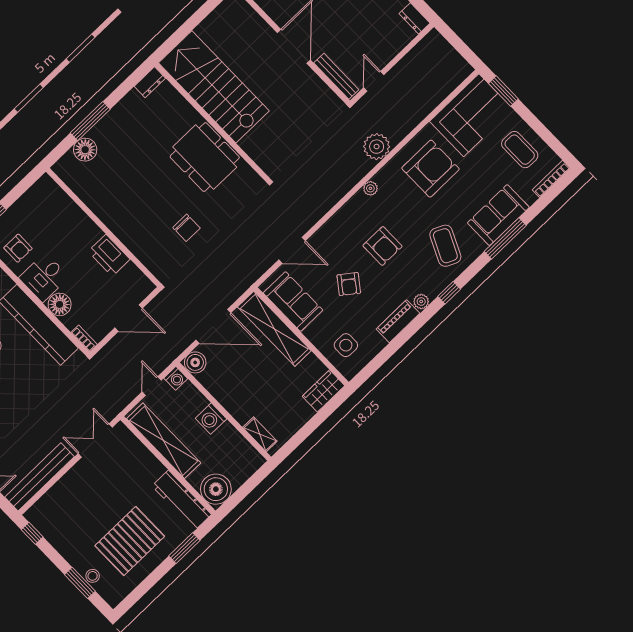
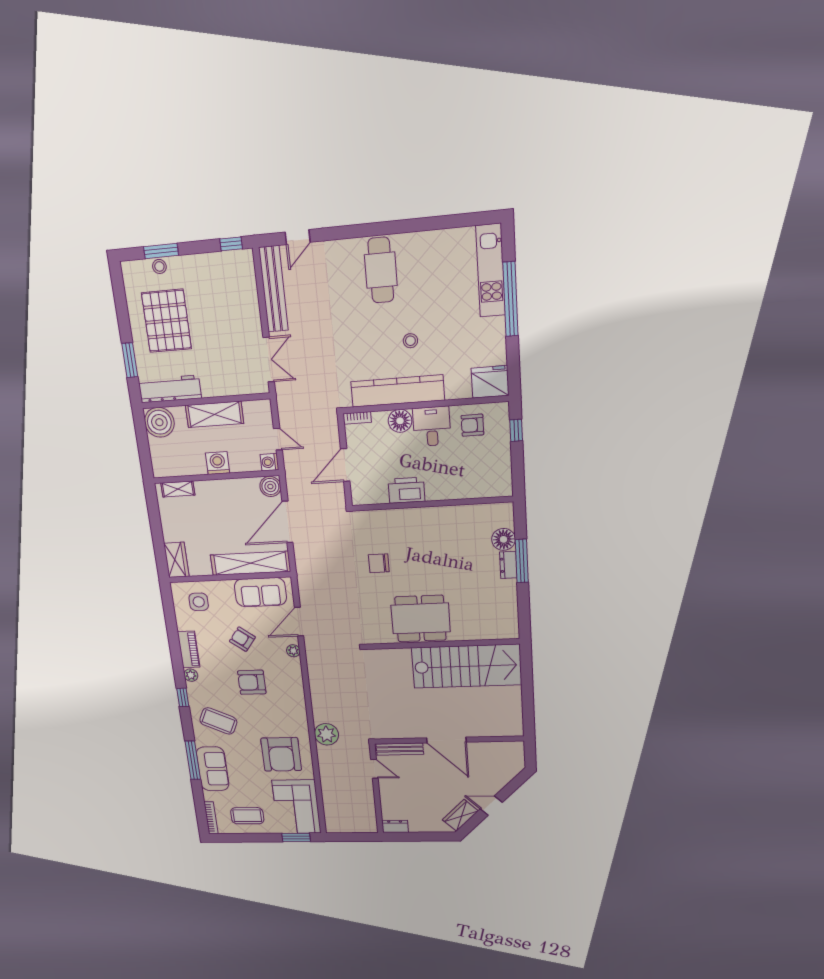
dresser: (150, 82) -> (508, 565), moved
plant: (370, 188) -> (293, 651), moved
shelving: (164, 441) -> (215, 414), width x0.68

